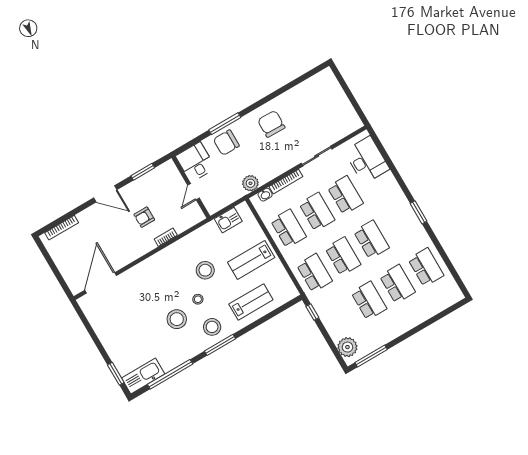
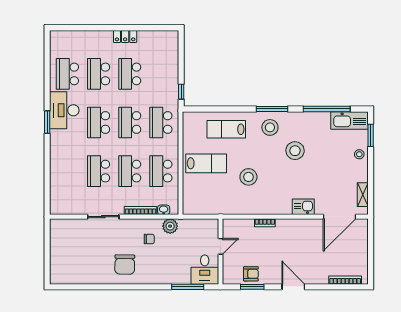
window: (225, 124) -> (188, 287), moved
chair: (226, 143) -> (149, 239), moved, width x0.54, depth x0.54
desk: (367, 160) -> (64, 110), moved
armchair: (144, 217) -> (251, 274), moved
kitchen sink: (228, 220) -> (303, 207), moved
stool: (198, 299) -> (359, 154), moved
shelving: (91, 315) -> (363, 195), added
locker: (393, 332) -> (125, 37), added
plant: (347, 347) -> (169, 46), removed
window: (371, 356) -> (154, 28), removed

